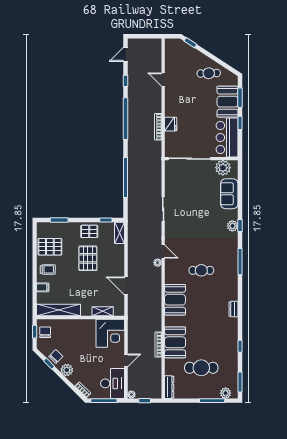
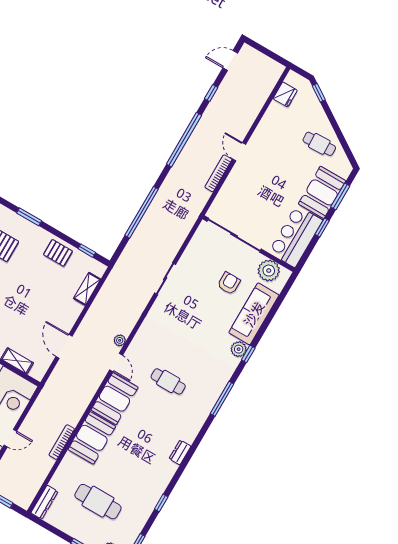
door: (163, 80) -> (239, 152), moved
fridge: (171, 124) -> (285, 94), moved
armchair: (203, 190) -> (229, 283), added
sofa: (229, 194) -> (254, 314), width x1.36
shelving: (120, 233) -> (87, 289), moved
door: (163, 252) -> (116, 362), moved
pallet: (88, 258) -> (37, 285), removed
booth: (175, 342) -> (92, 438), moved

